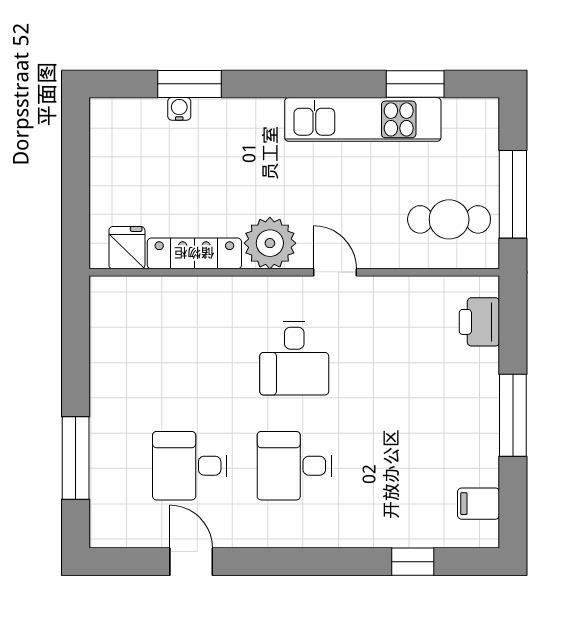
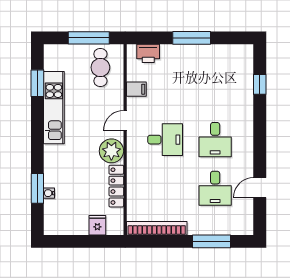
fridge: (127, 248) -> (97, 225), moved, turned 90
bookcase: (104, 340) -> (157, 228), added
filing cabinet: (479, 504) -> (136, 89), moved, turned -90

